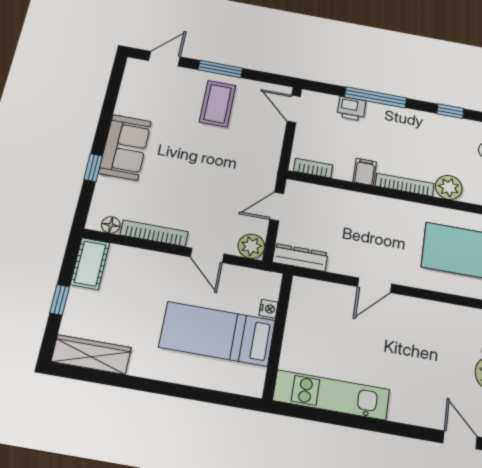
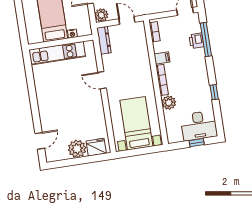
window: (376, 97) -> (206, 40), moved
kitchen unit: (331, 395) -> (57, 53), moved, turned 90

